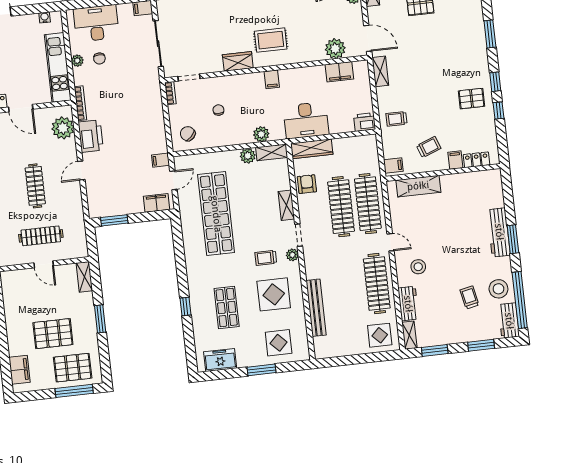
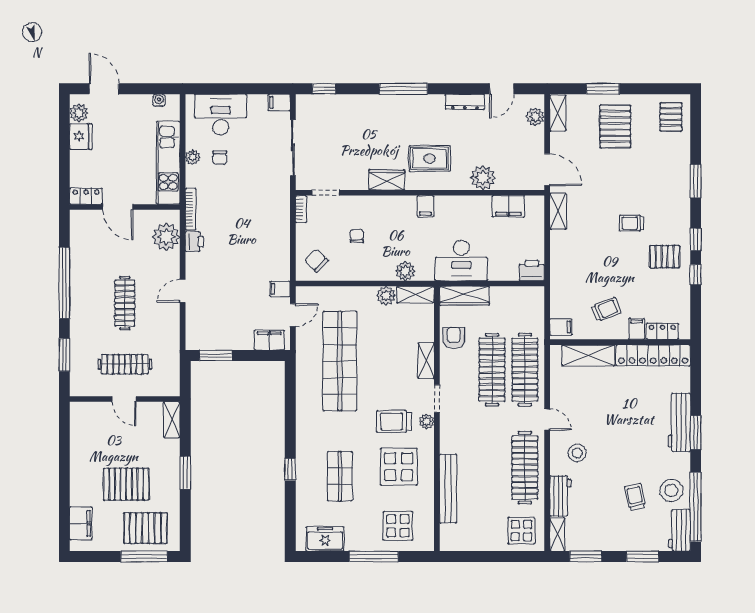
plant: (335, 49) -> (483, 178), moved
trolley: (396, 119) -> (631, 223), moved
printer: (91, 136) -> (194, 242), width x0.53, depth x0.68
locker: (471, 180) -> (653, 355), added
trolley: (266, 258) -> (394, 421), width x1.36, depth x1.39
window: (262, 370) -> (374, 556), width x1.44

